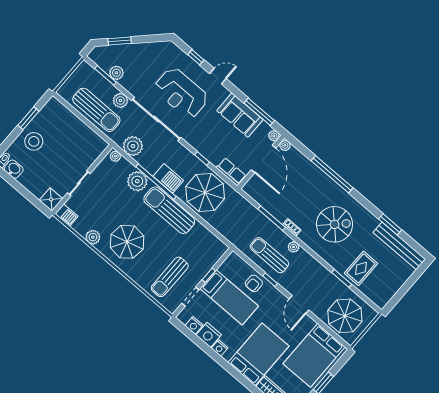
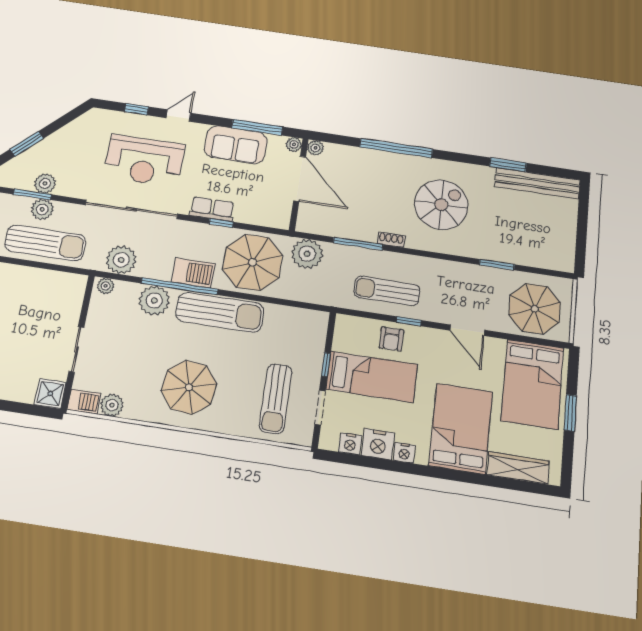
plant: (120, 101) -> (42, 209), moved
row of seats: (231, 172) -> (212, 209), moved
sun lounger: (169, 210) -> (220, 312), turned 180
plant: (93, 237) -> (112, 405), moved
plant: (294, 247) -> (307, 254), moved, width x1.88, depth x1.88
rug: (361, 268) -> (512, 238), removed

